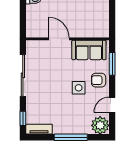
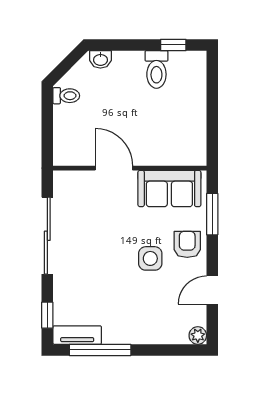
armchair: (99, 80) -> (187, 244), turned 90
plant: (100, 125) -> (198, 336), width x0.53, depth x0.53
window: (71, 137) -> (100, 350), moved

